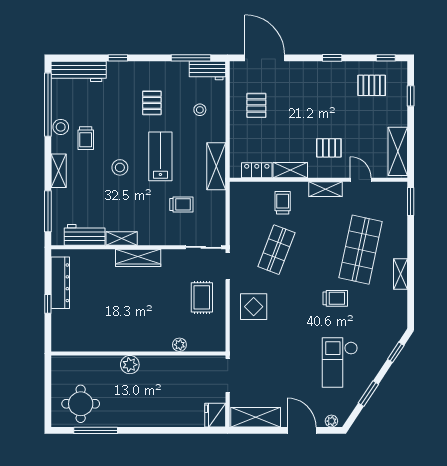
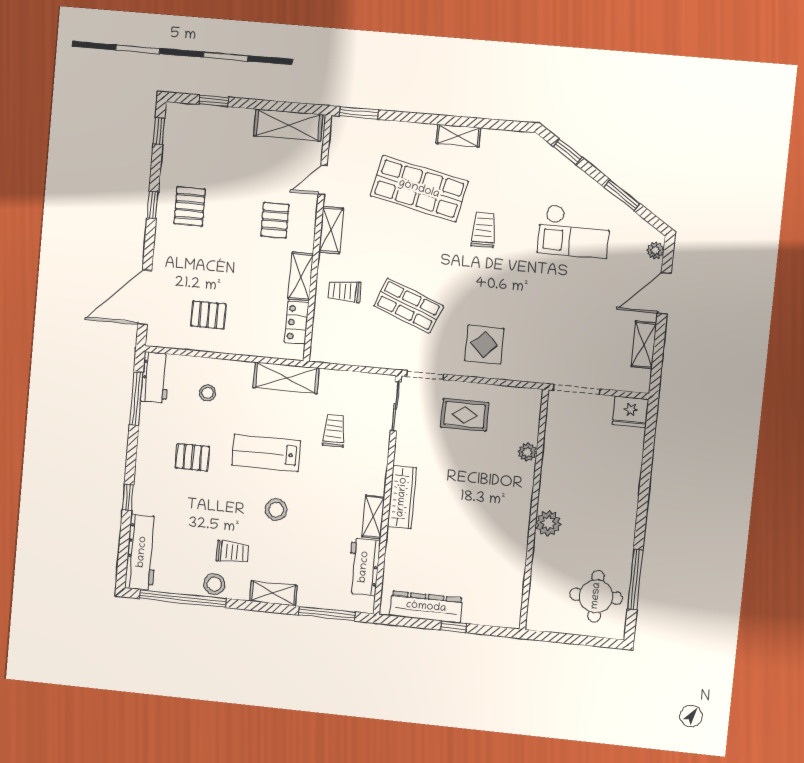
pallet: (372, 85) -> (190, 206), moved
shelving: (256, 417) -> (644, 345), width x0.67, depth x0.75

